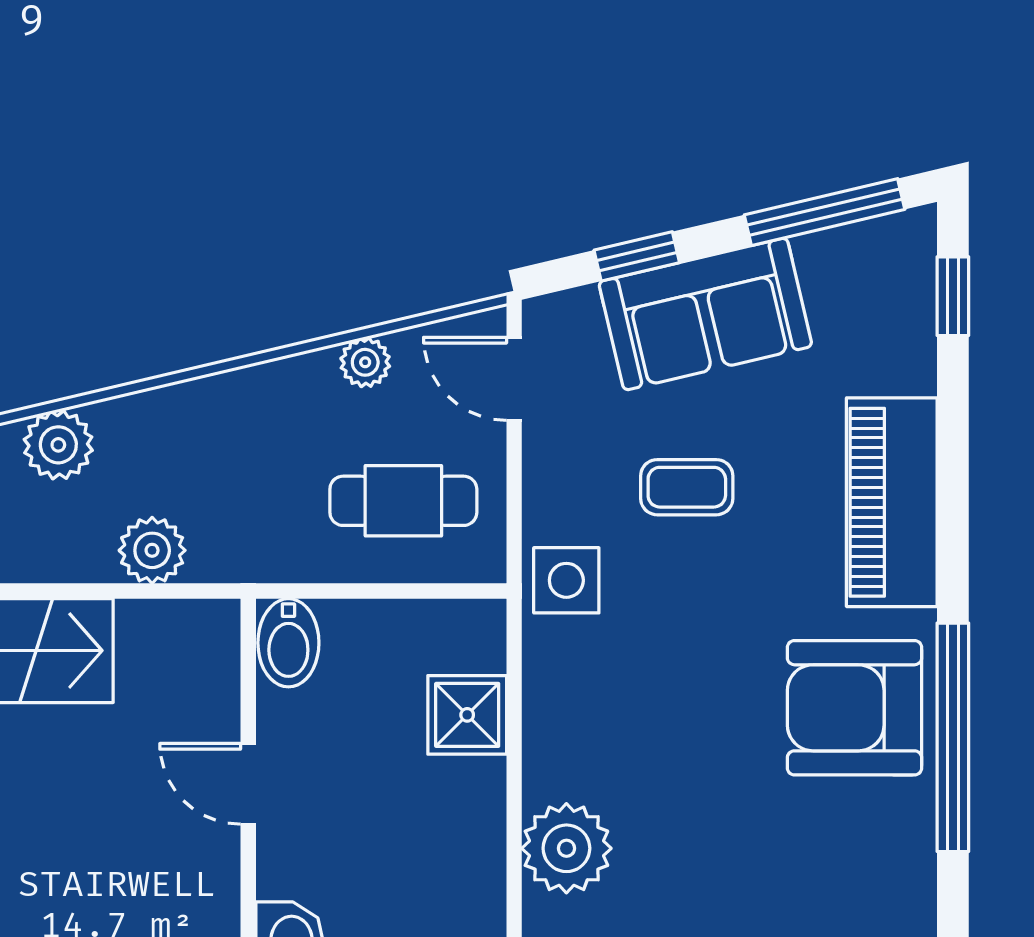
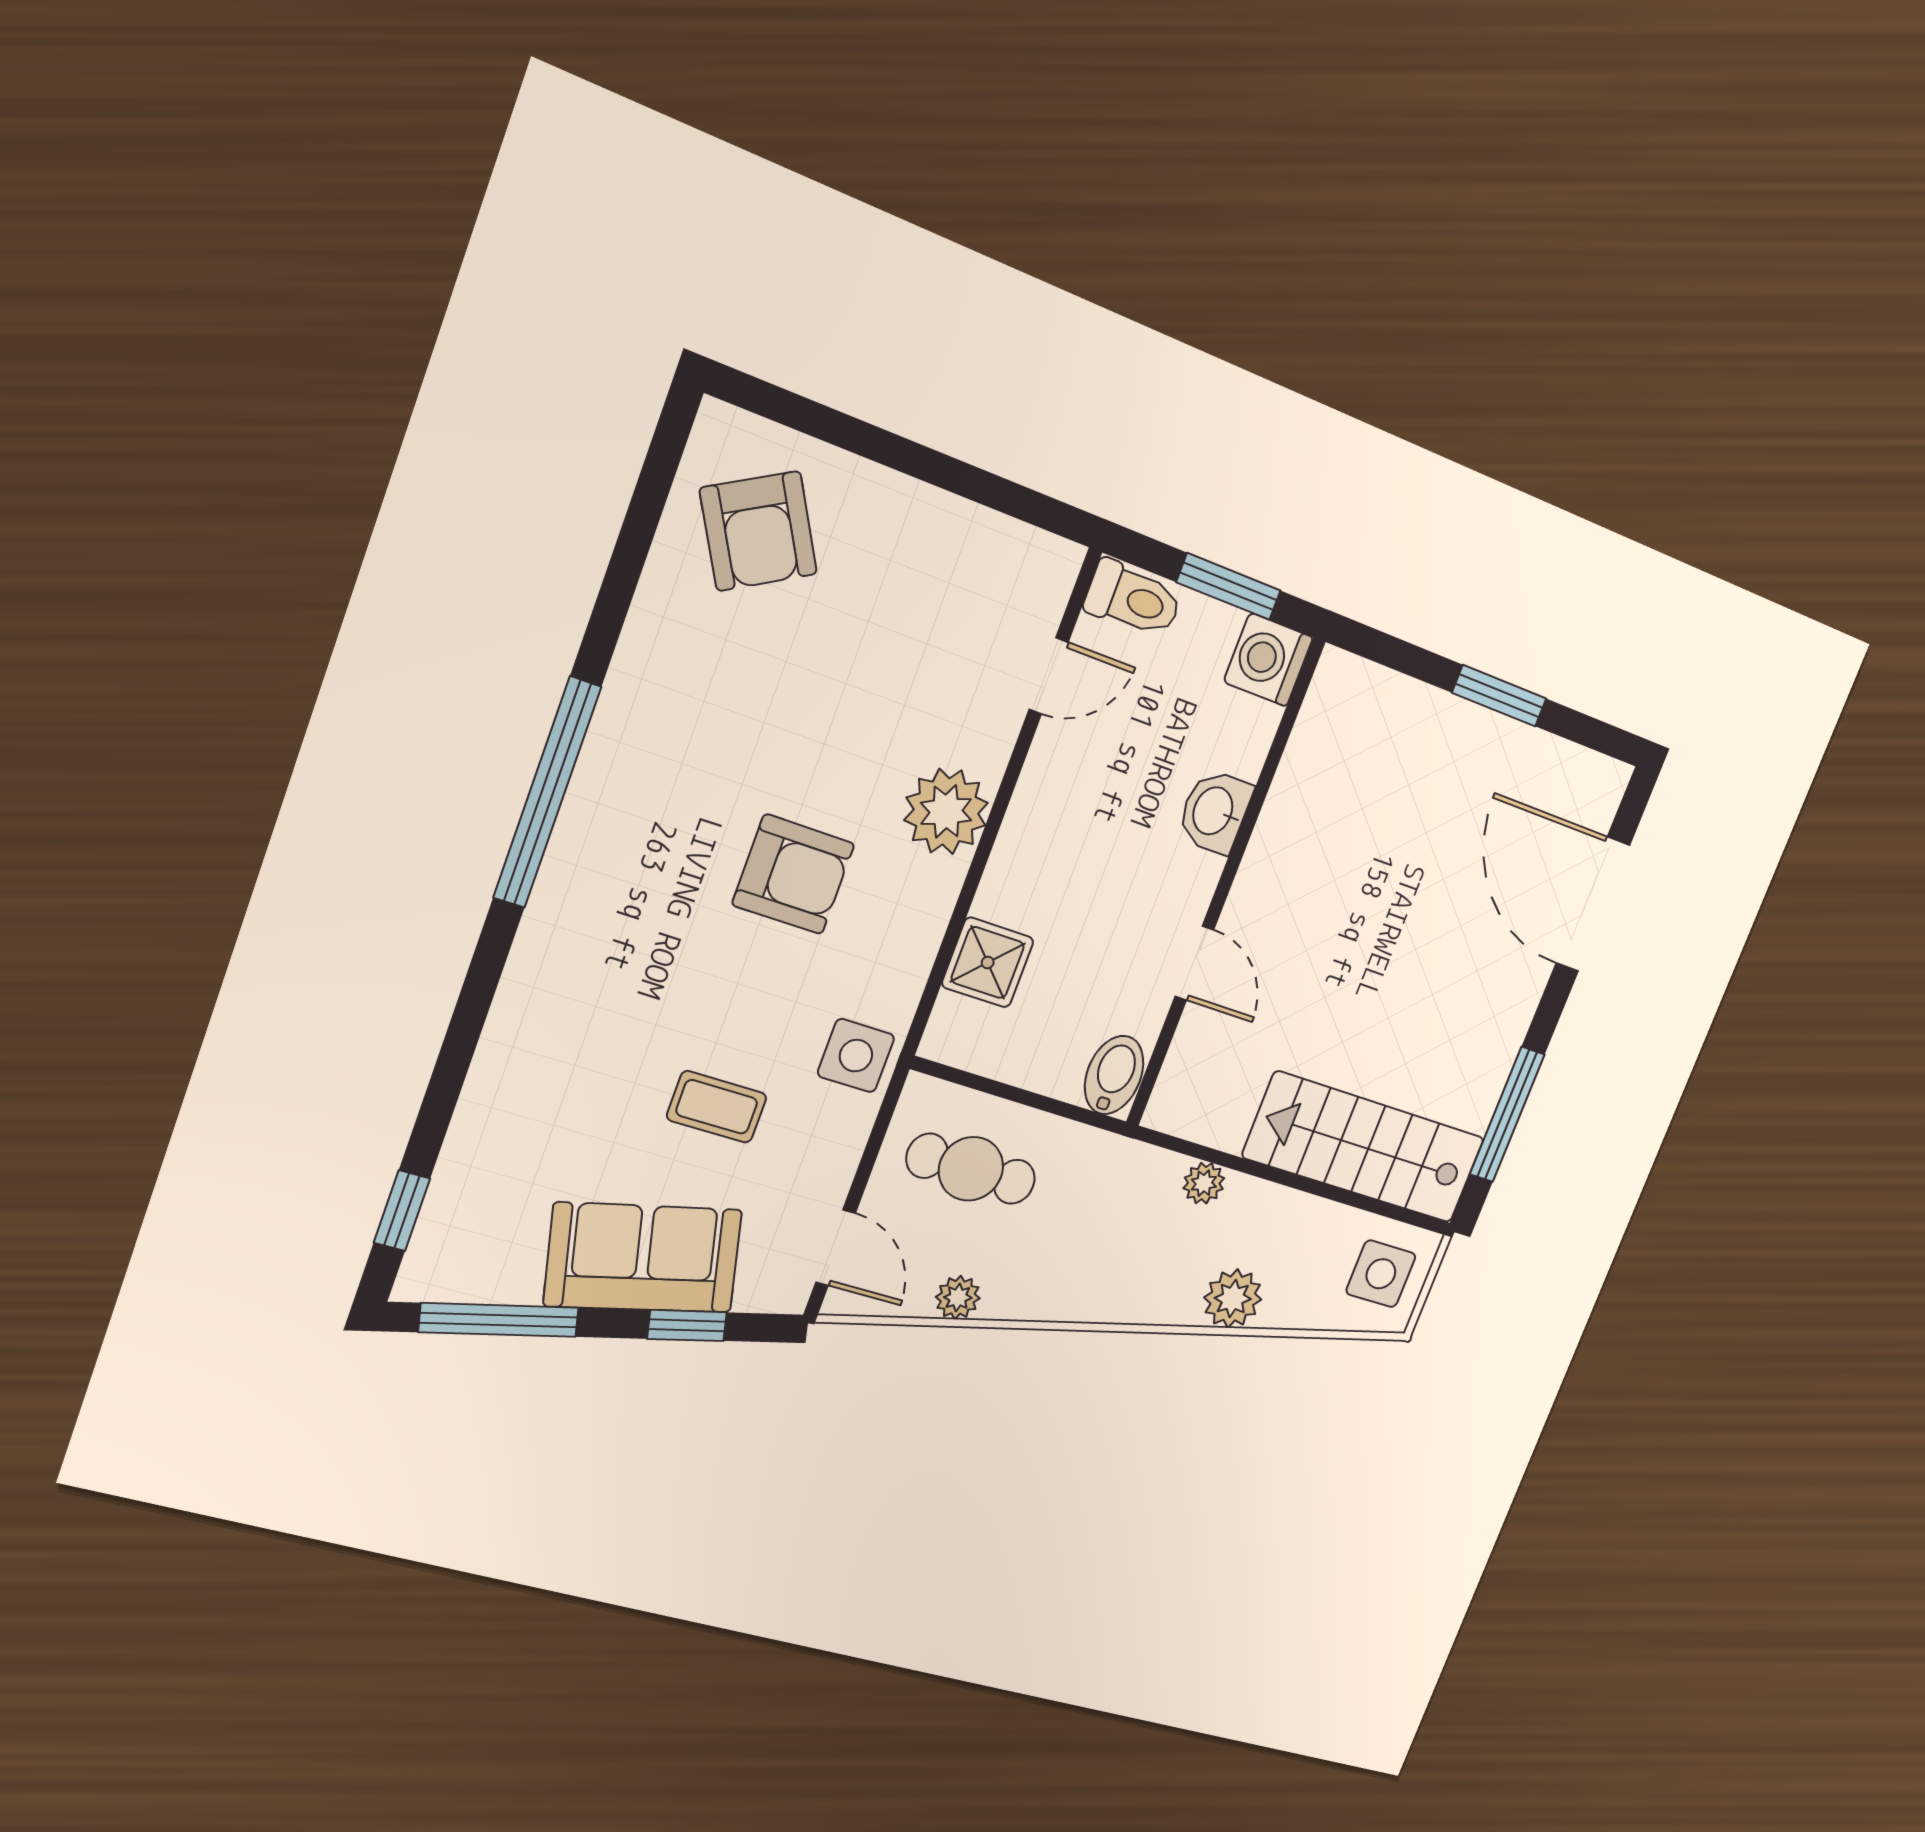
piano: (892, 502) -> (529, 1036), removed
plant: (152, 550) -> (1204, 1183), width x0.73, depth x0.73
armchair: (855, 708) -> (793, 874), moved, width x0.73, depth x0.73

